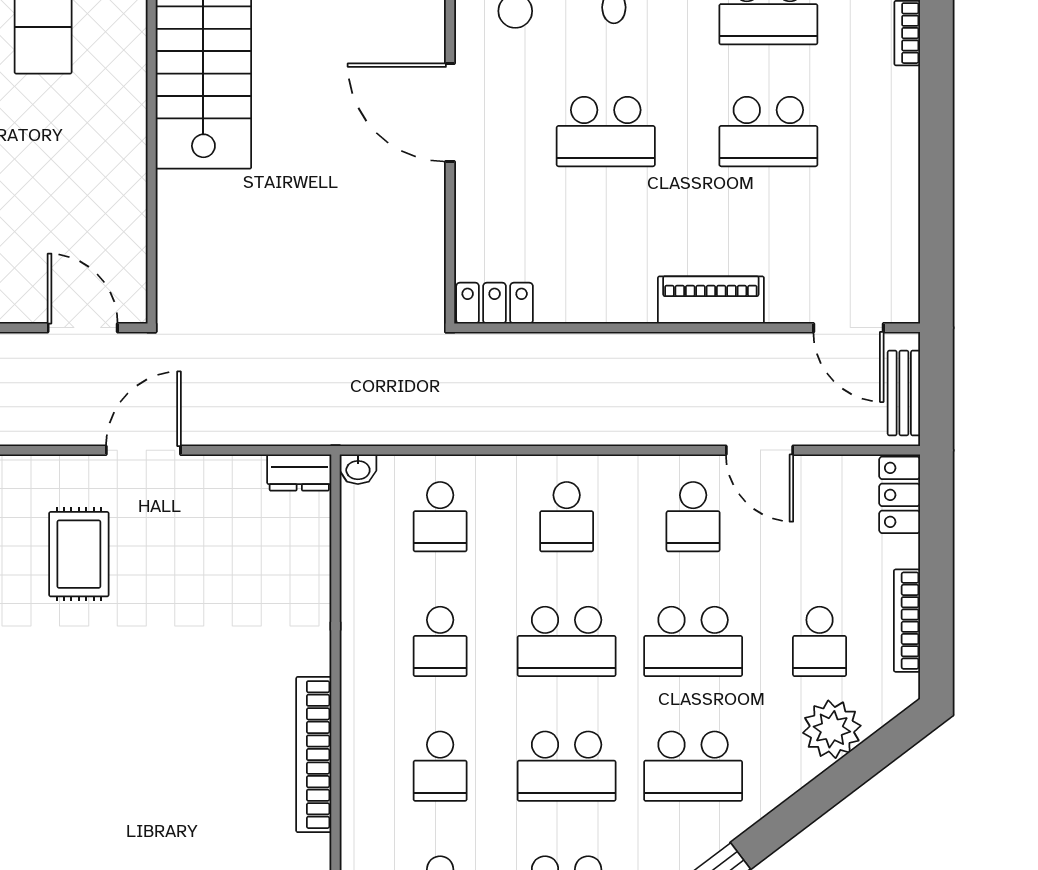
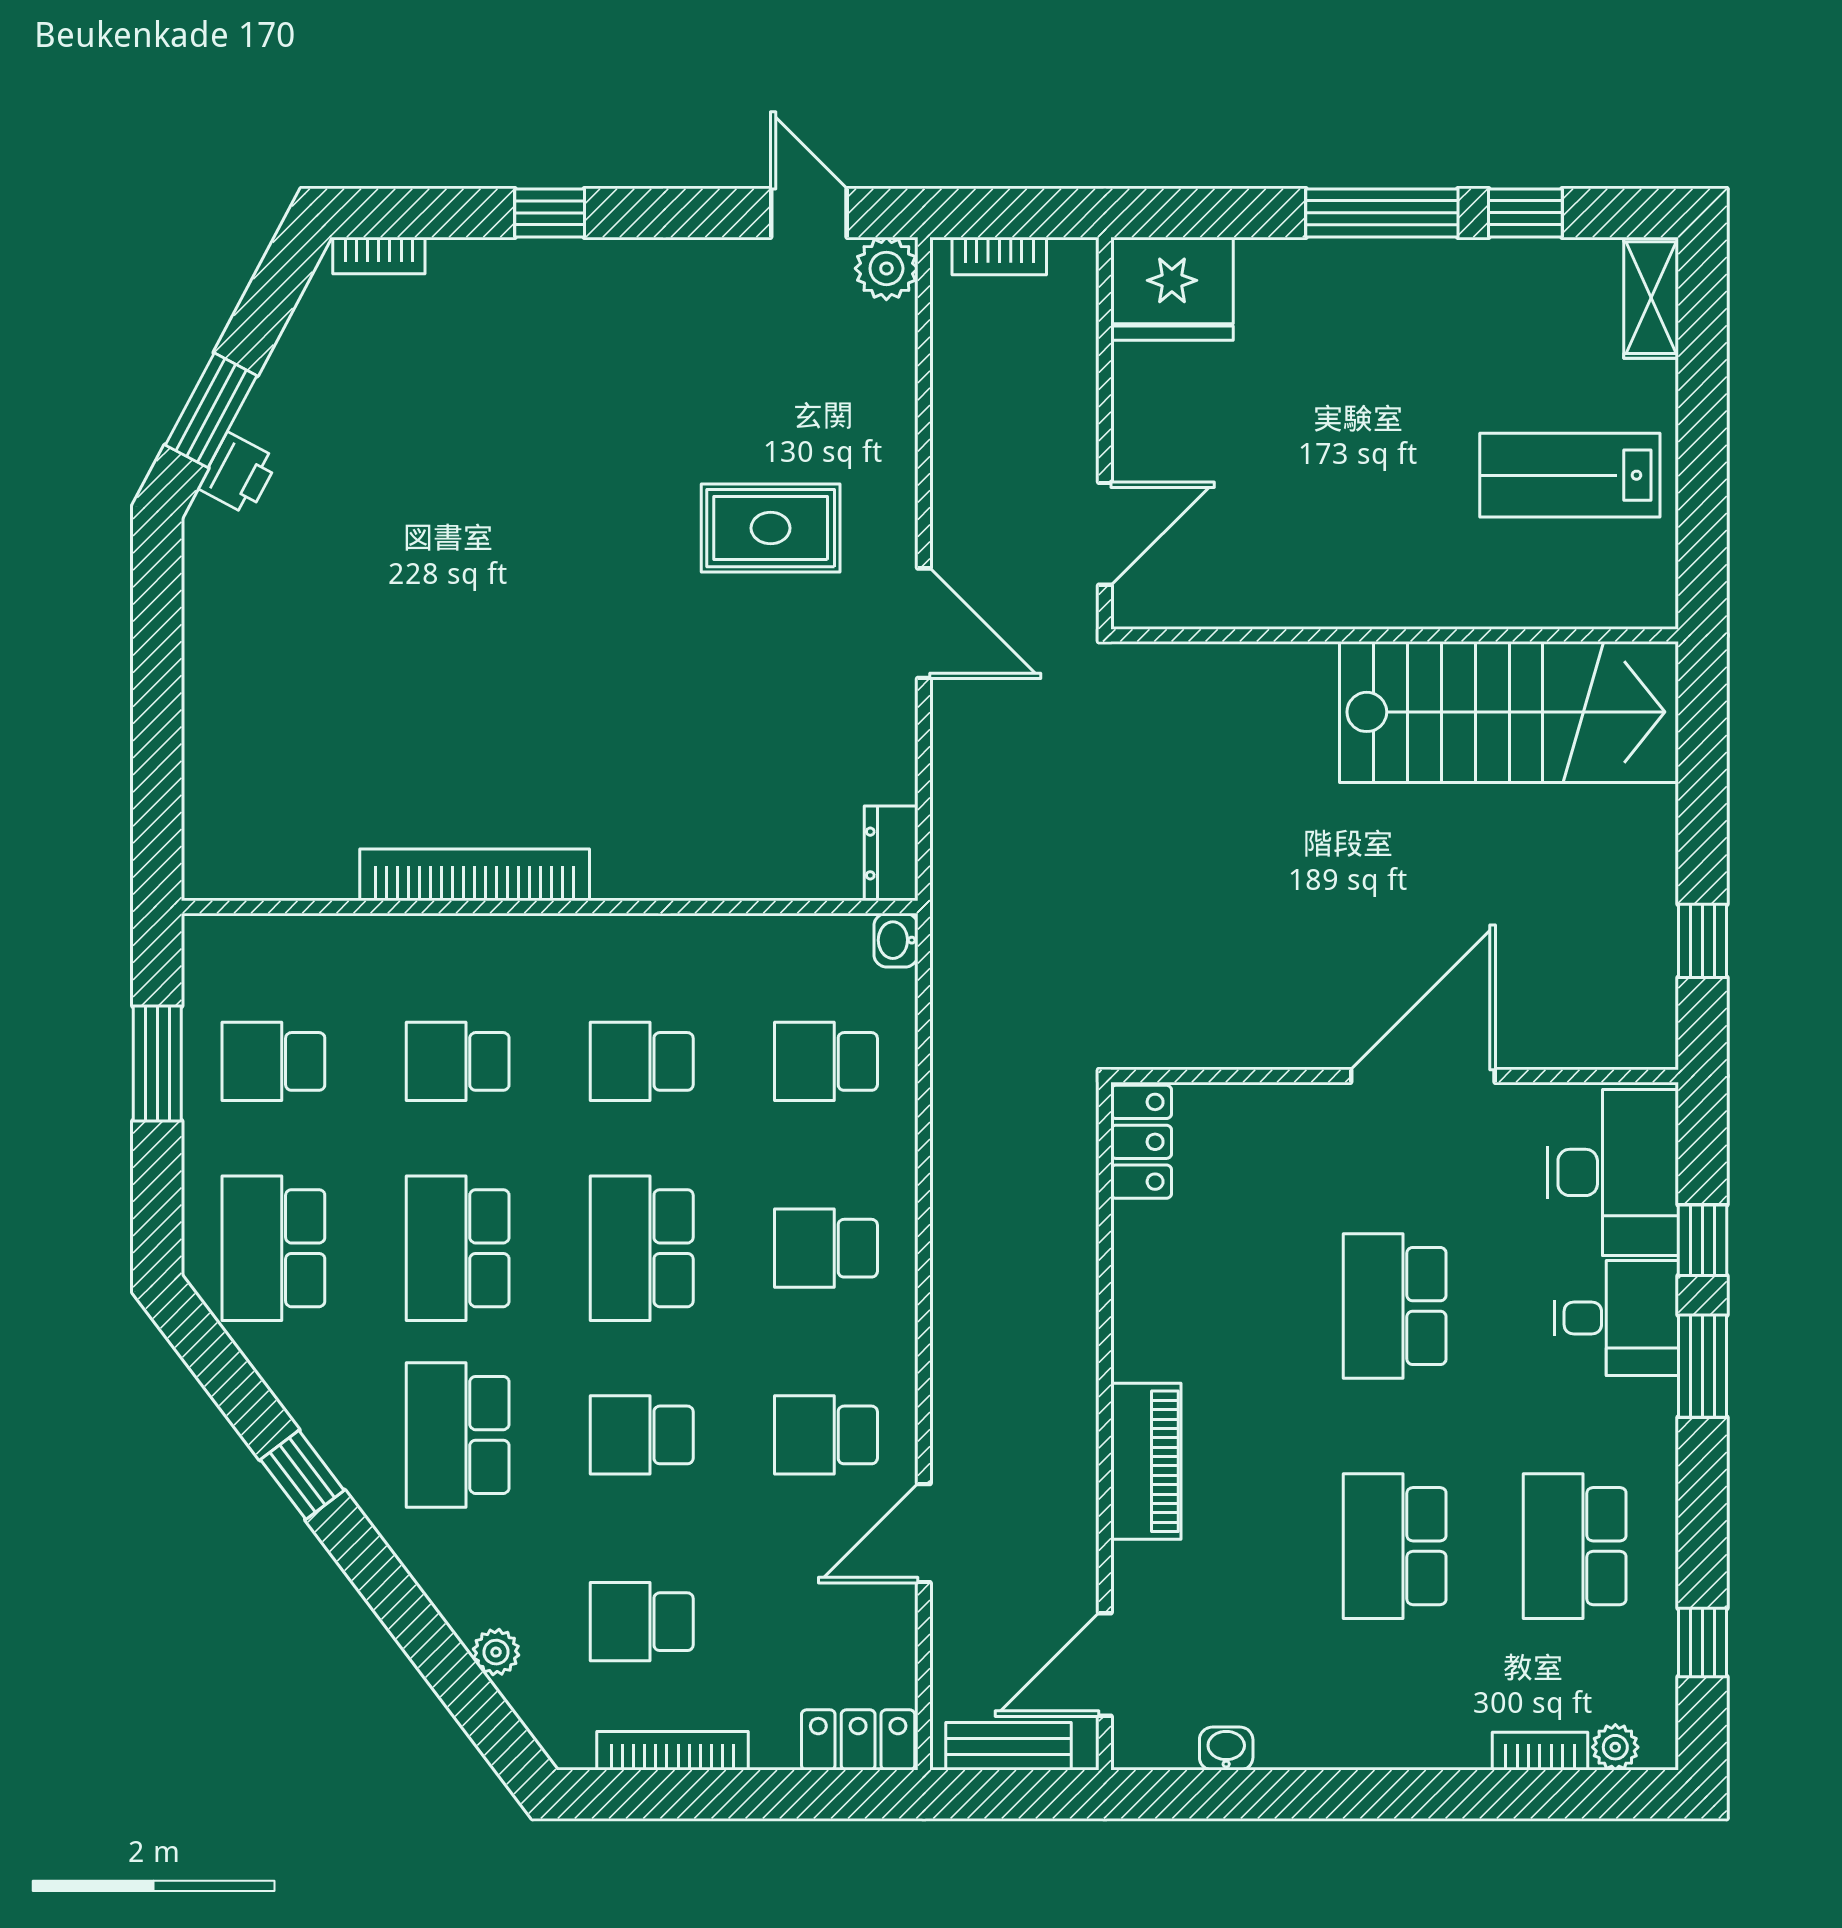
washbasin: (905, 246) -> (1226, 1749), added
school desk: (693, 641) -> (642, 1435), width x0.54
plant: (832, 729) -> (496, 1652), width x0.53, depth x0.53

